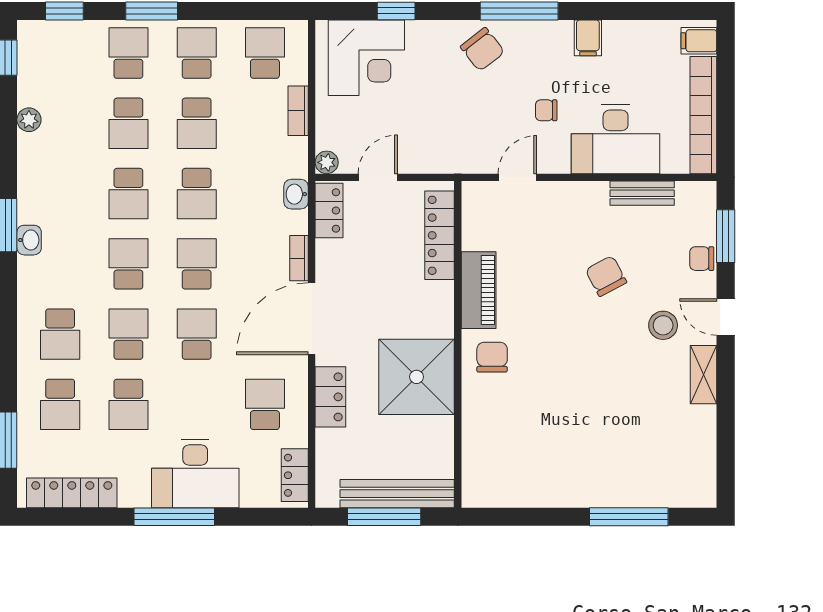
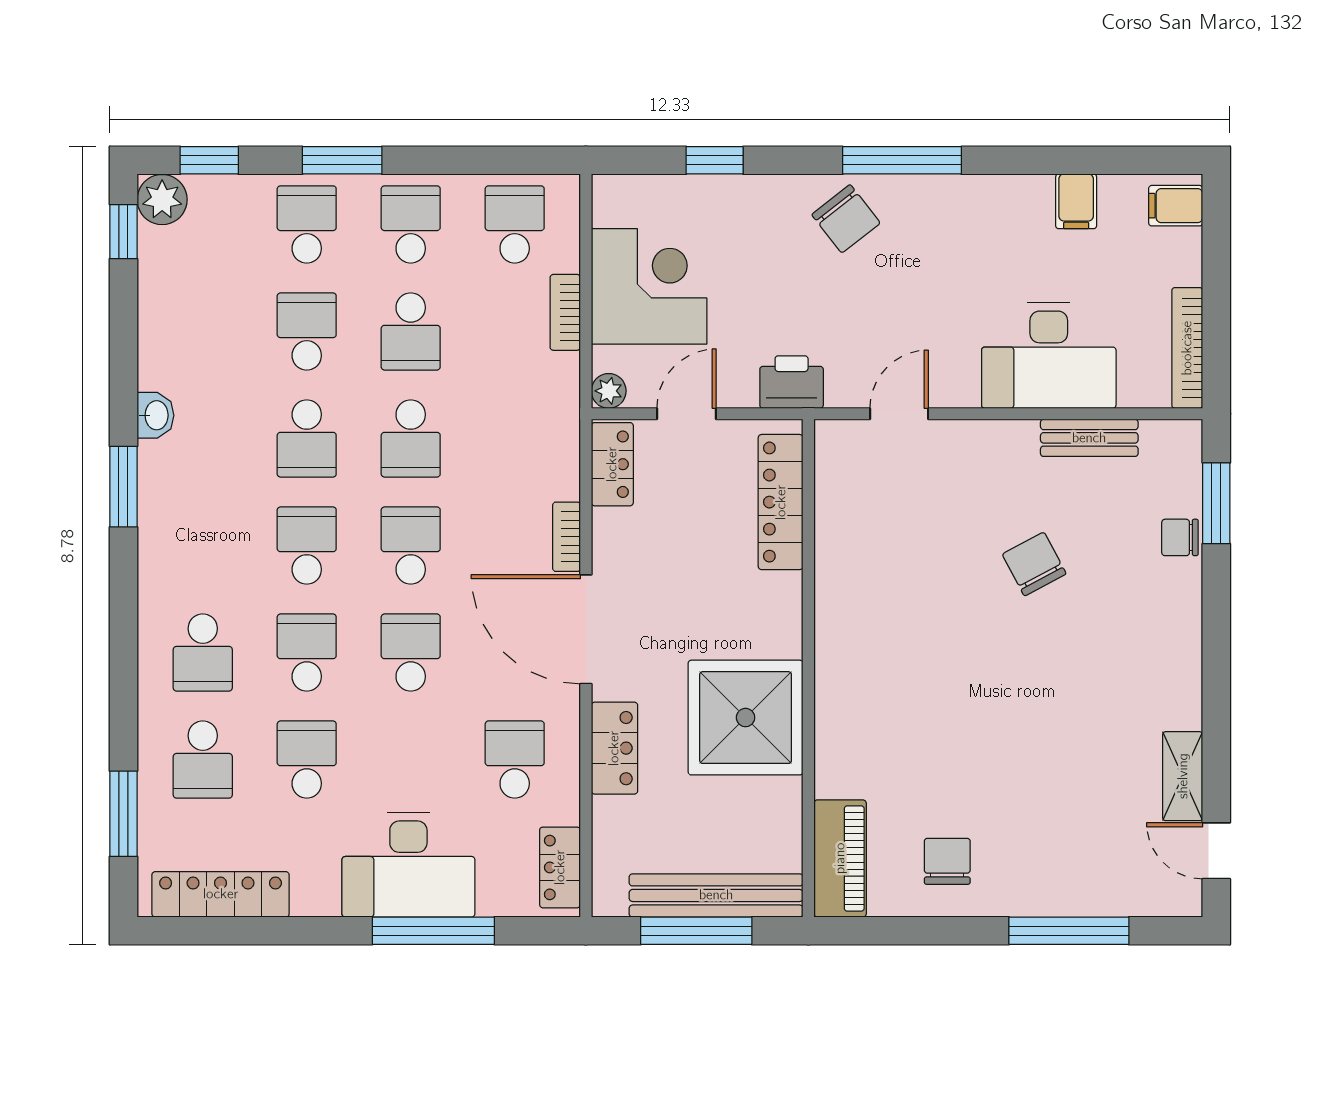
filing cabinet: (588, 38) -> (1076, 201), moved
corner desk: (366, 58) -> (649, 286), moved, turned -90
chair: (546, 110) -> (943, 312), removed
bookcase: (703, 115) -> (1187, 348), width x0.68, depth x0.76
plant: (29, 120) -> (162, 200), moved, width x1.38, depth x1.38
school desk: (128, 123) -> (307, 331), turned 180
printer: (447, 157) -> (792, 382), added
washbasin: (296, 194) -> (562, 439), removed
washbasin: (29, 240) -> (155, 415), moved
piano: (479, 290) -> (840, 858), moved
door: (726, 317) -> (1216, 851), moved
door: (312, 319) -> (586, 629), hinge flipped
stool: (663, 325) -> (1121, 639), removed
chair: (492, 357) -> (947, 861), moved
shelving: (703, 375) -> (1183, 776), moved
school desk: (128, 404) -> (307, 760), turned 180
window: (174, 517) -> (433, 931), moved

